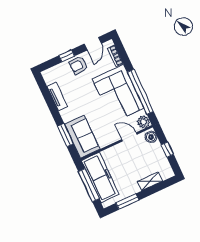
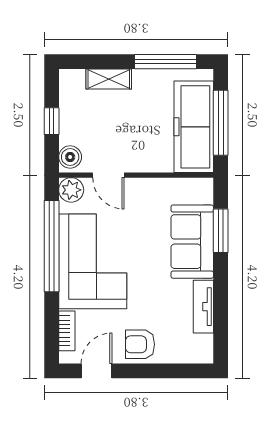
window: (67, 56) -> (153, 371), removed
armchair: (78, 65) -> (140, 344), turned 180
sofa: (82, 137) -> (192, 242), moved
window: (127, 202) -> (165, 62), width x1.44

